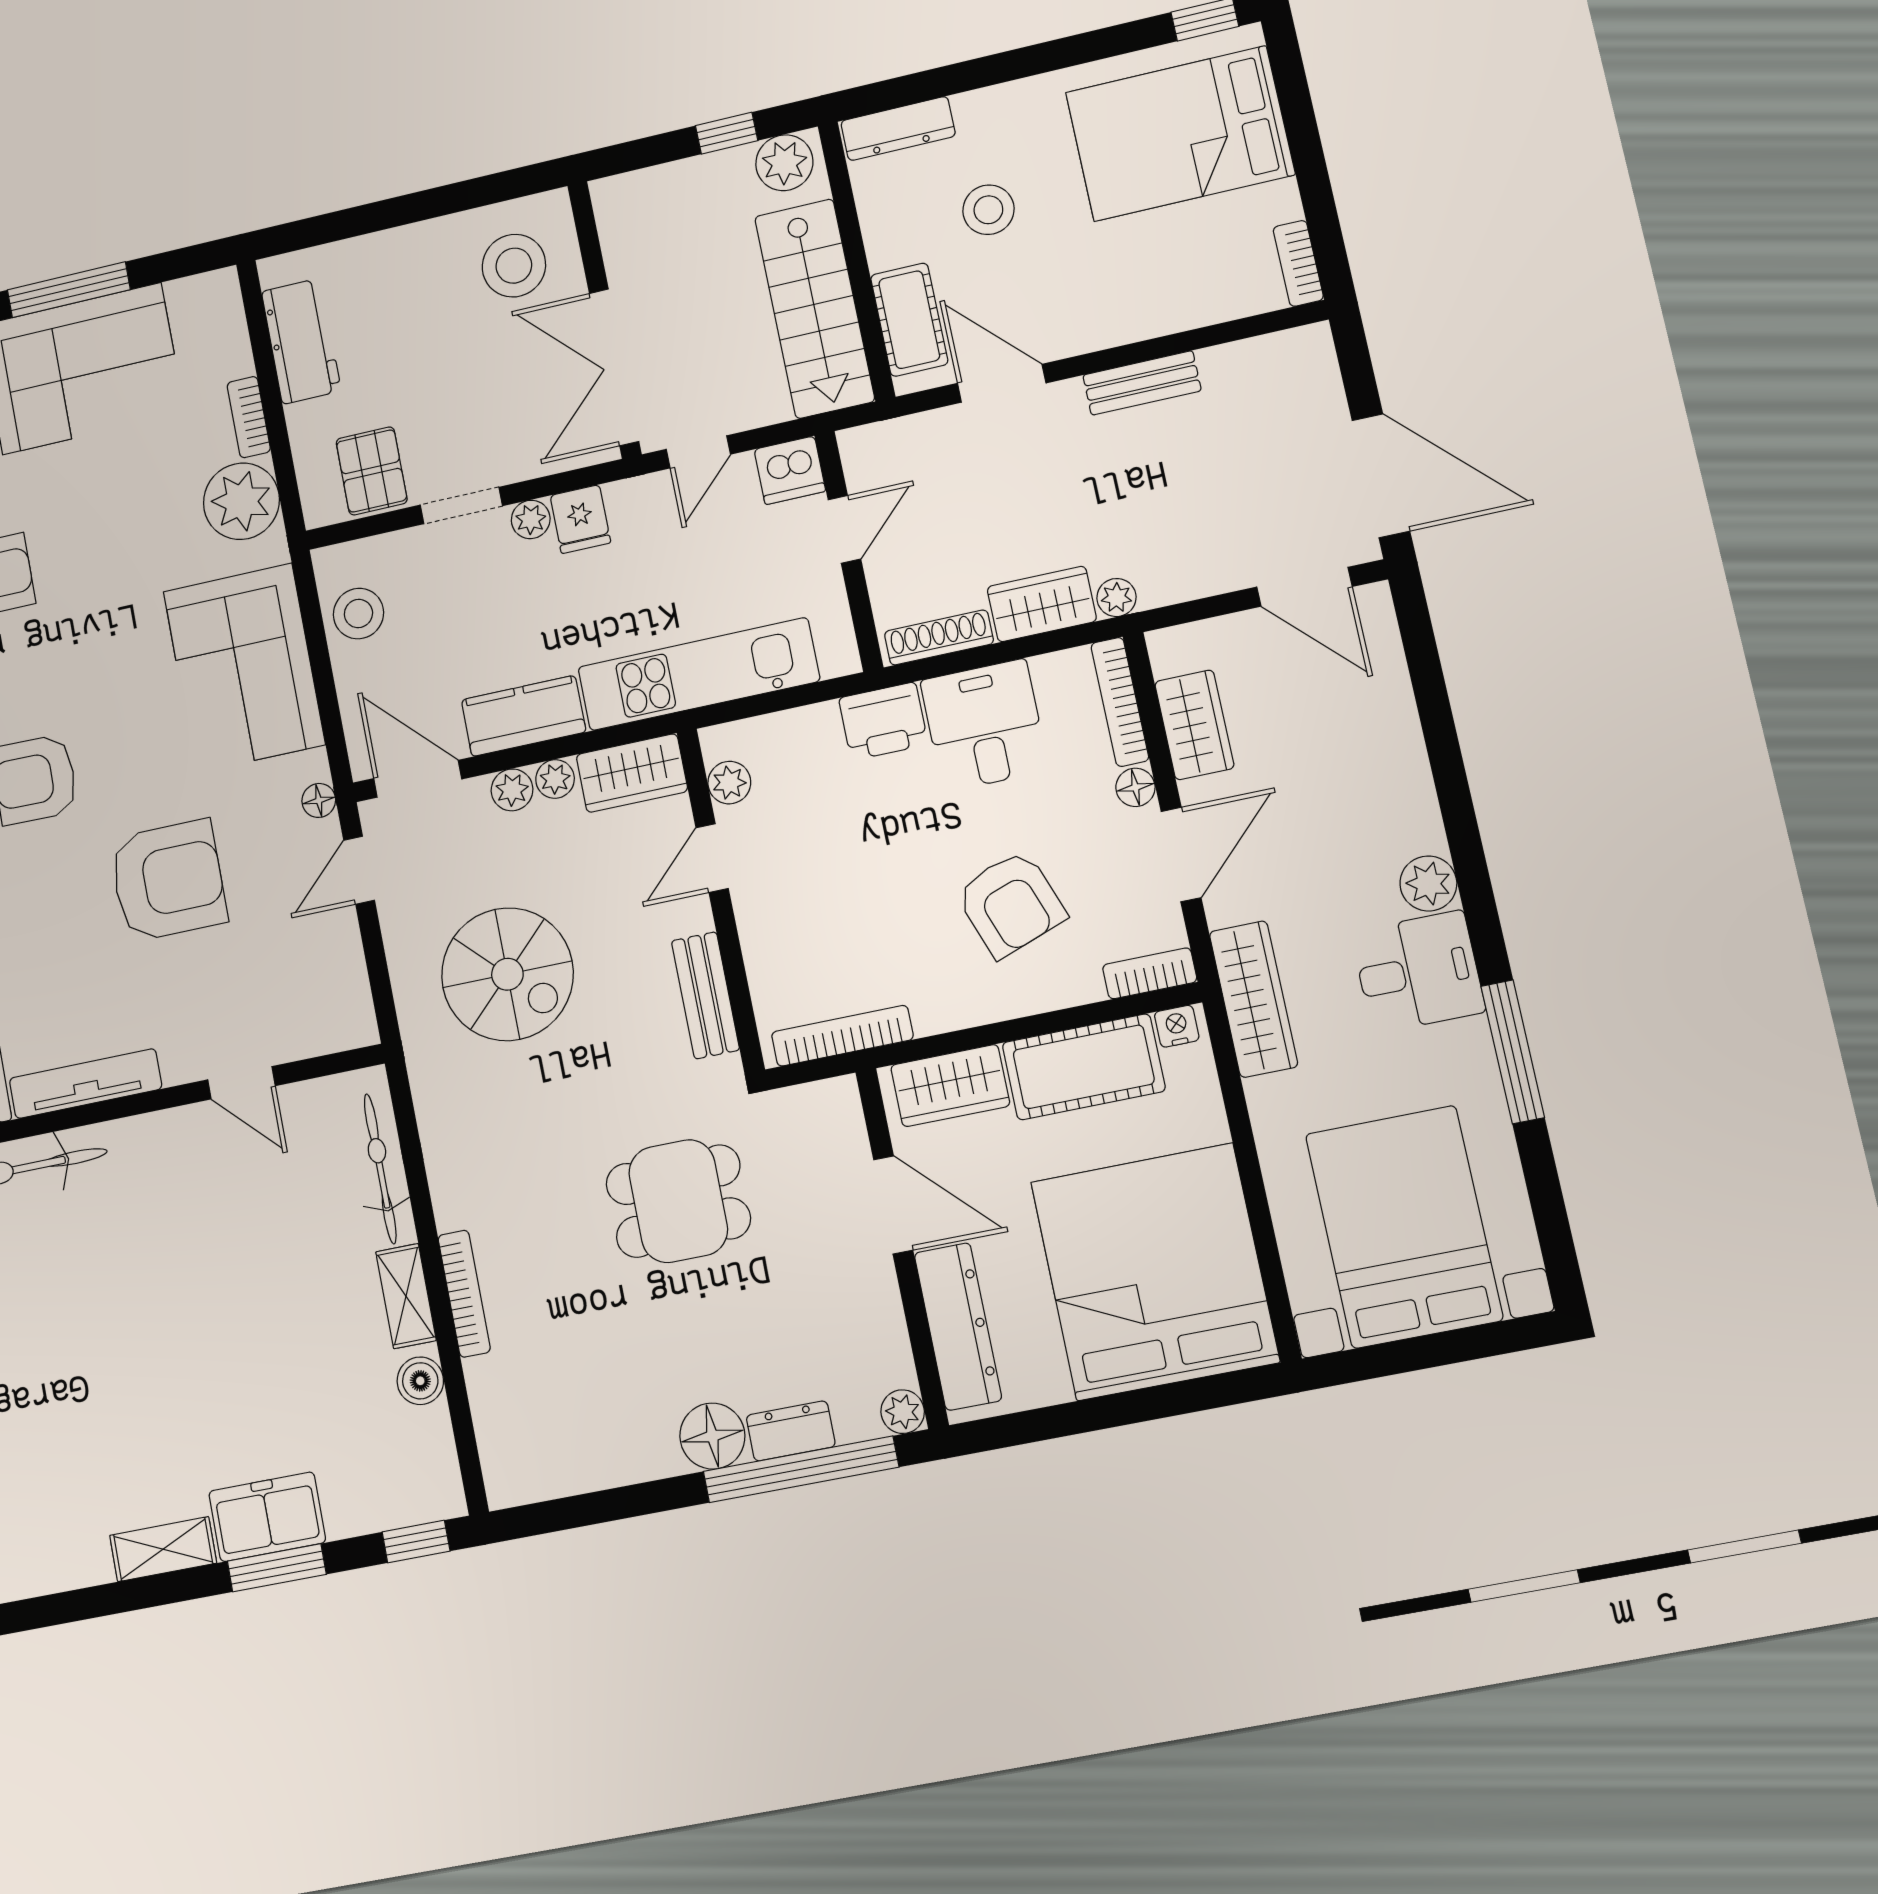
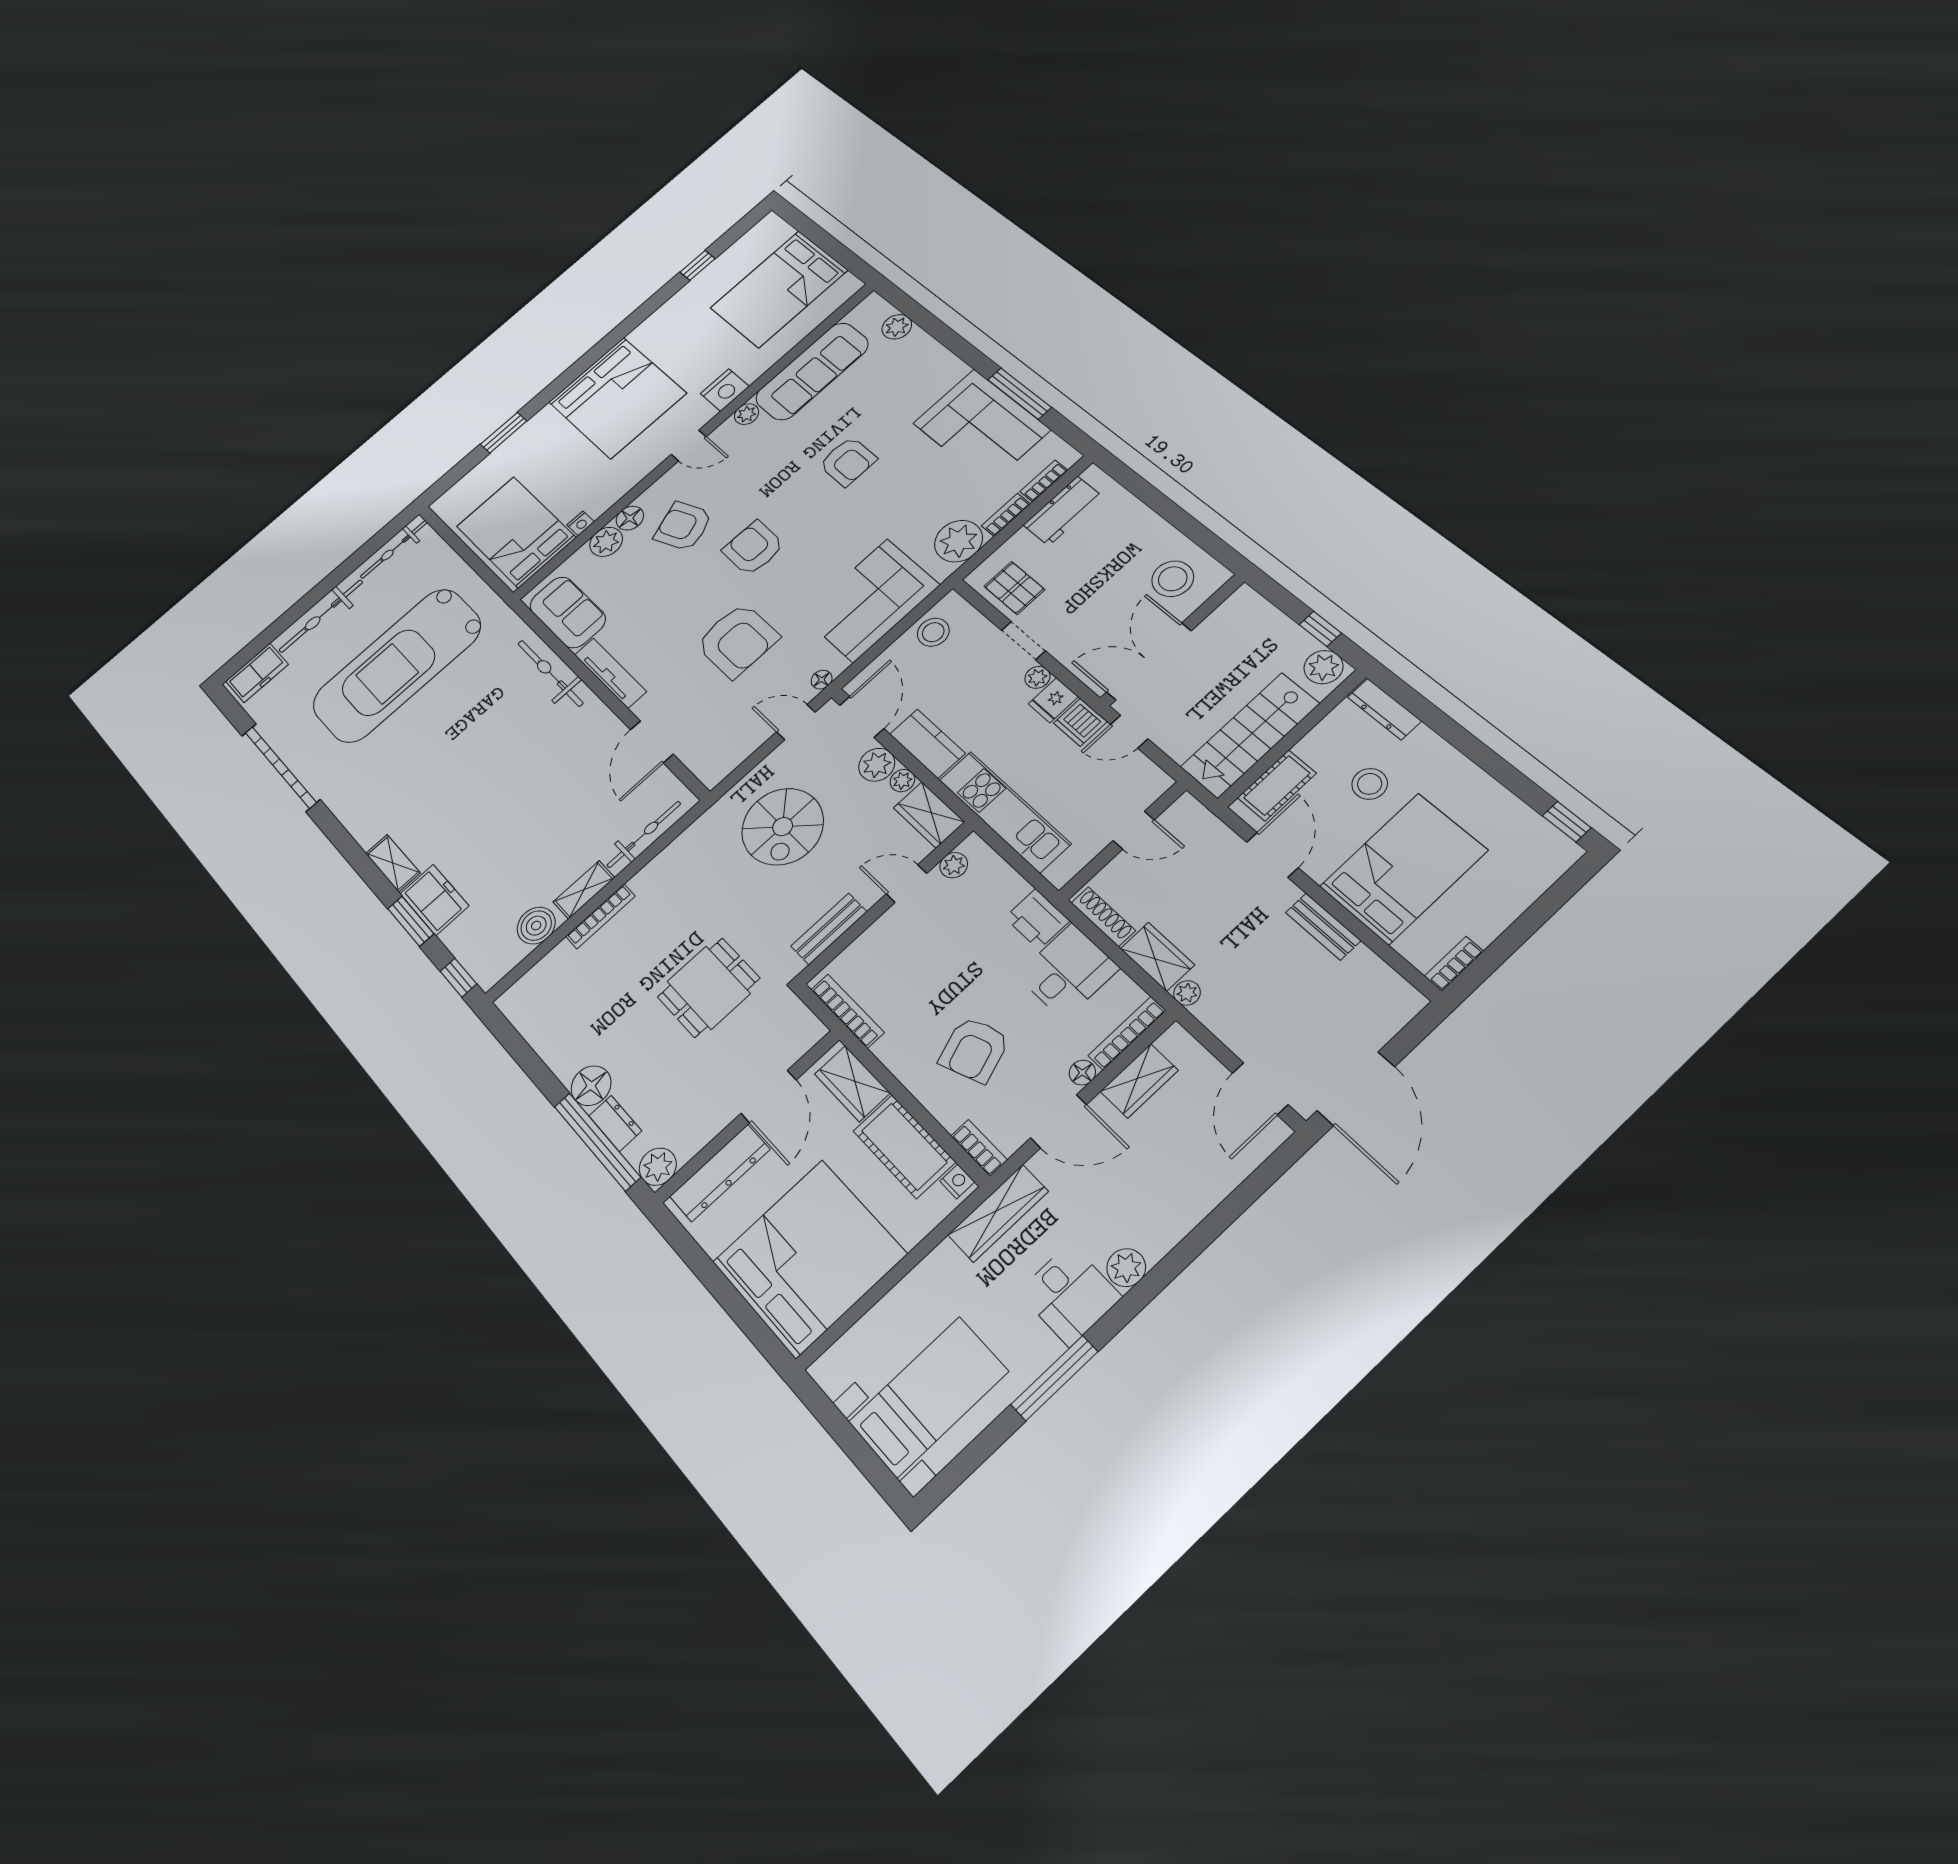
bed: (1180, 134) -> (1404, 868), moved, turned 90
bookcase: (235, 338) -> (1044, 481), added
dishwasher: (790, 470) -> (1080, 722), moved
pallet: (372, 471) -> (1014, 588), turned 90
plant: (512, 790) -> (877, 765), width x1.38, depth x1.38
door: (241, 1083) -> (652, 742), width x1.38
dining table: (678, 1201) -> (709, 988), turned 90
bed with nightstands: (1404, 1227) -> (928, 1397), width x0.73
boiler: (420, 1381) -> (536, 926), width x1.36, depth x1.36
plant: (903, 1412) -> (658, 1167), width x1.38, depth x1.38

